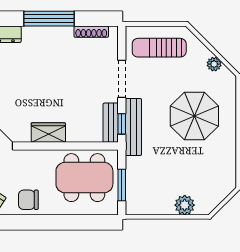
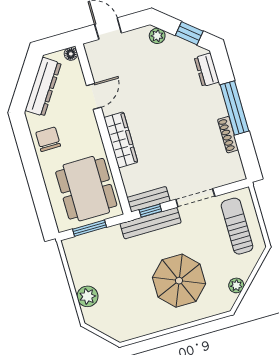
shoe rack: (91, 32) -> (228, 135), moved
wardrobe: (48, 132) -> (121, 140), width x1.50

